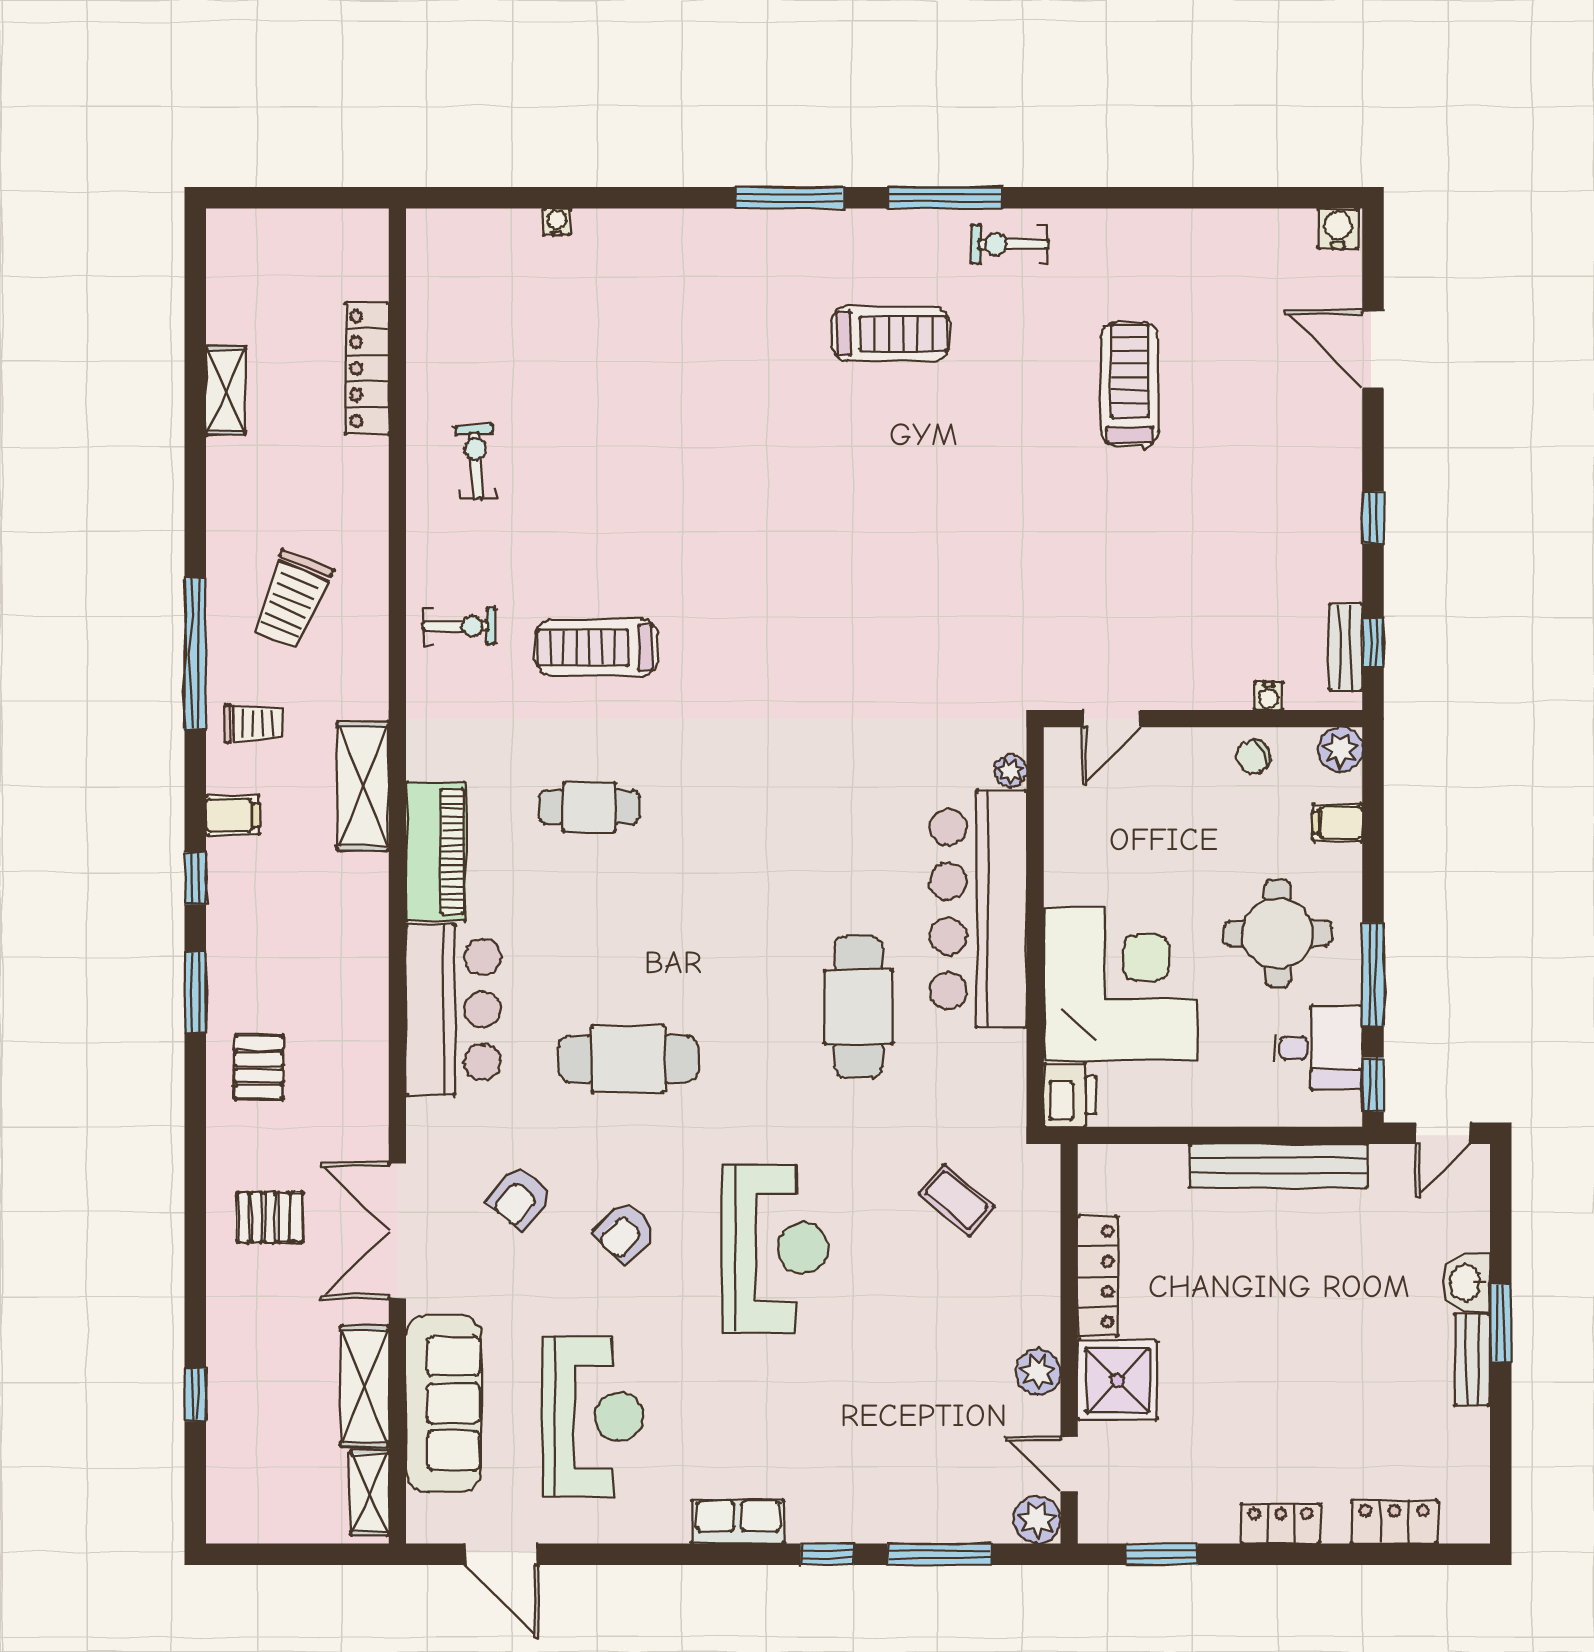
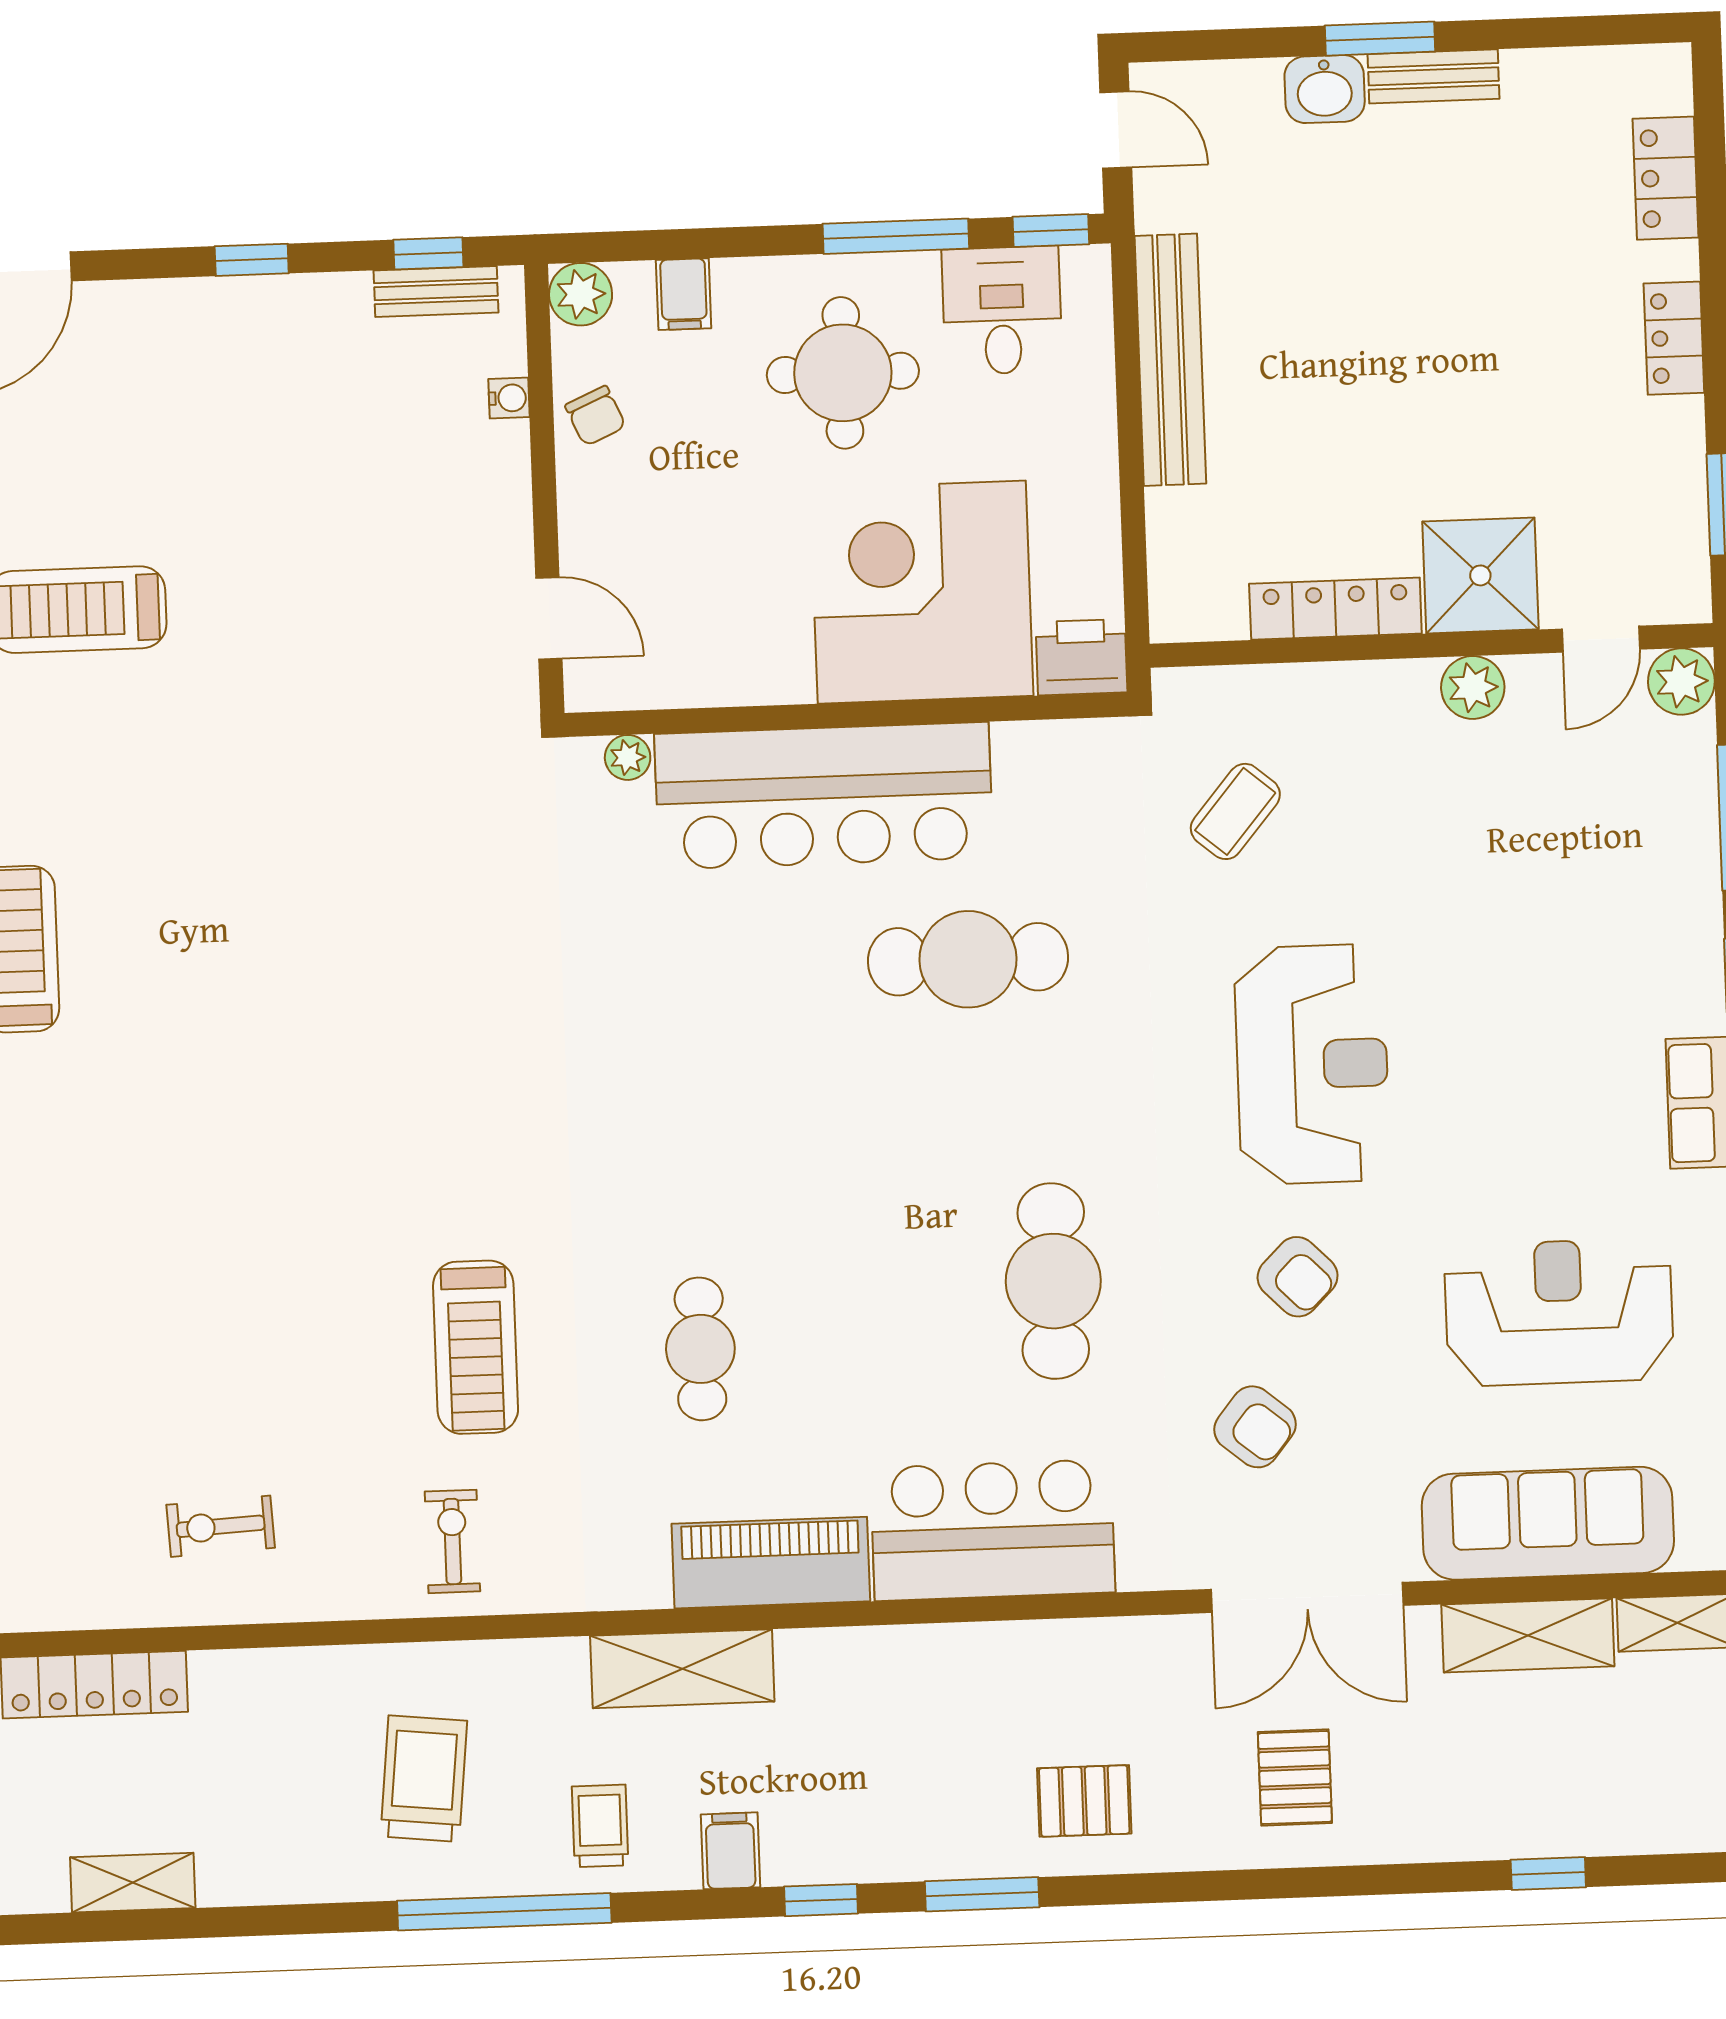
trolley: (292, 600) -> (424, 1779), turned -106
reception desk: (775, 1248) -> (1312, 1064), turned 90

